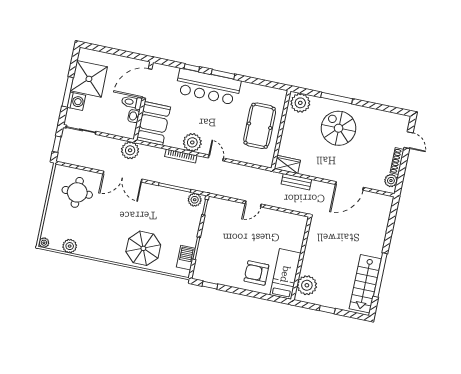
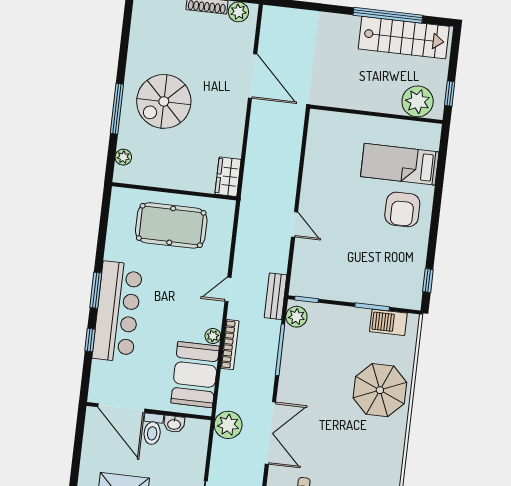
plant: (300, 103) -> (123, 157), width x0.53, depth x0.53
booth: (153, 123) -> (195, 375), moved, turned 90
plant: (192, 142) -> (213, 336), width x0.53, depth x0.53
bench: (296, 182) -> (276, 296), moved
wall: (301, 258) -> (376, 114), moved
plant: (307, 285) -> (418, 101), moved

